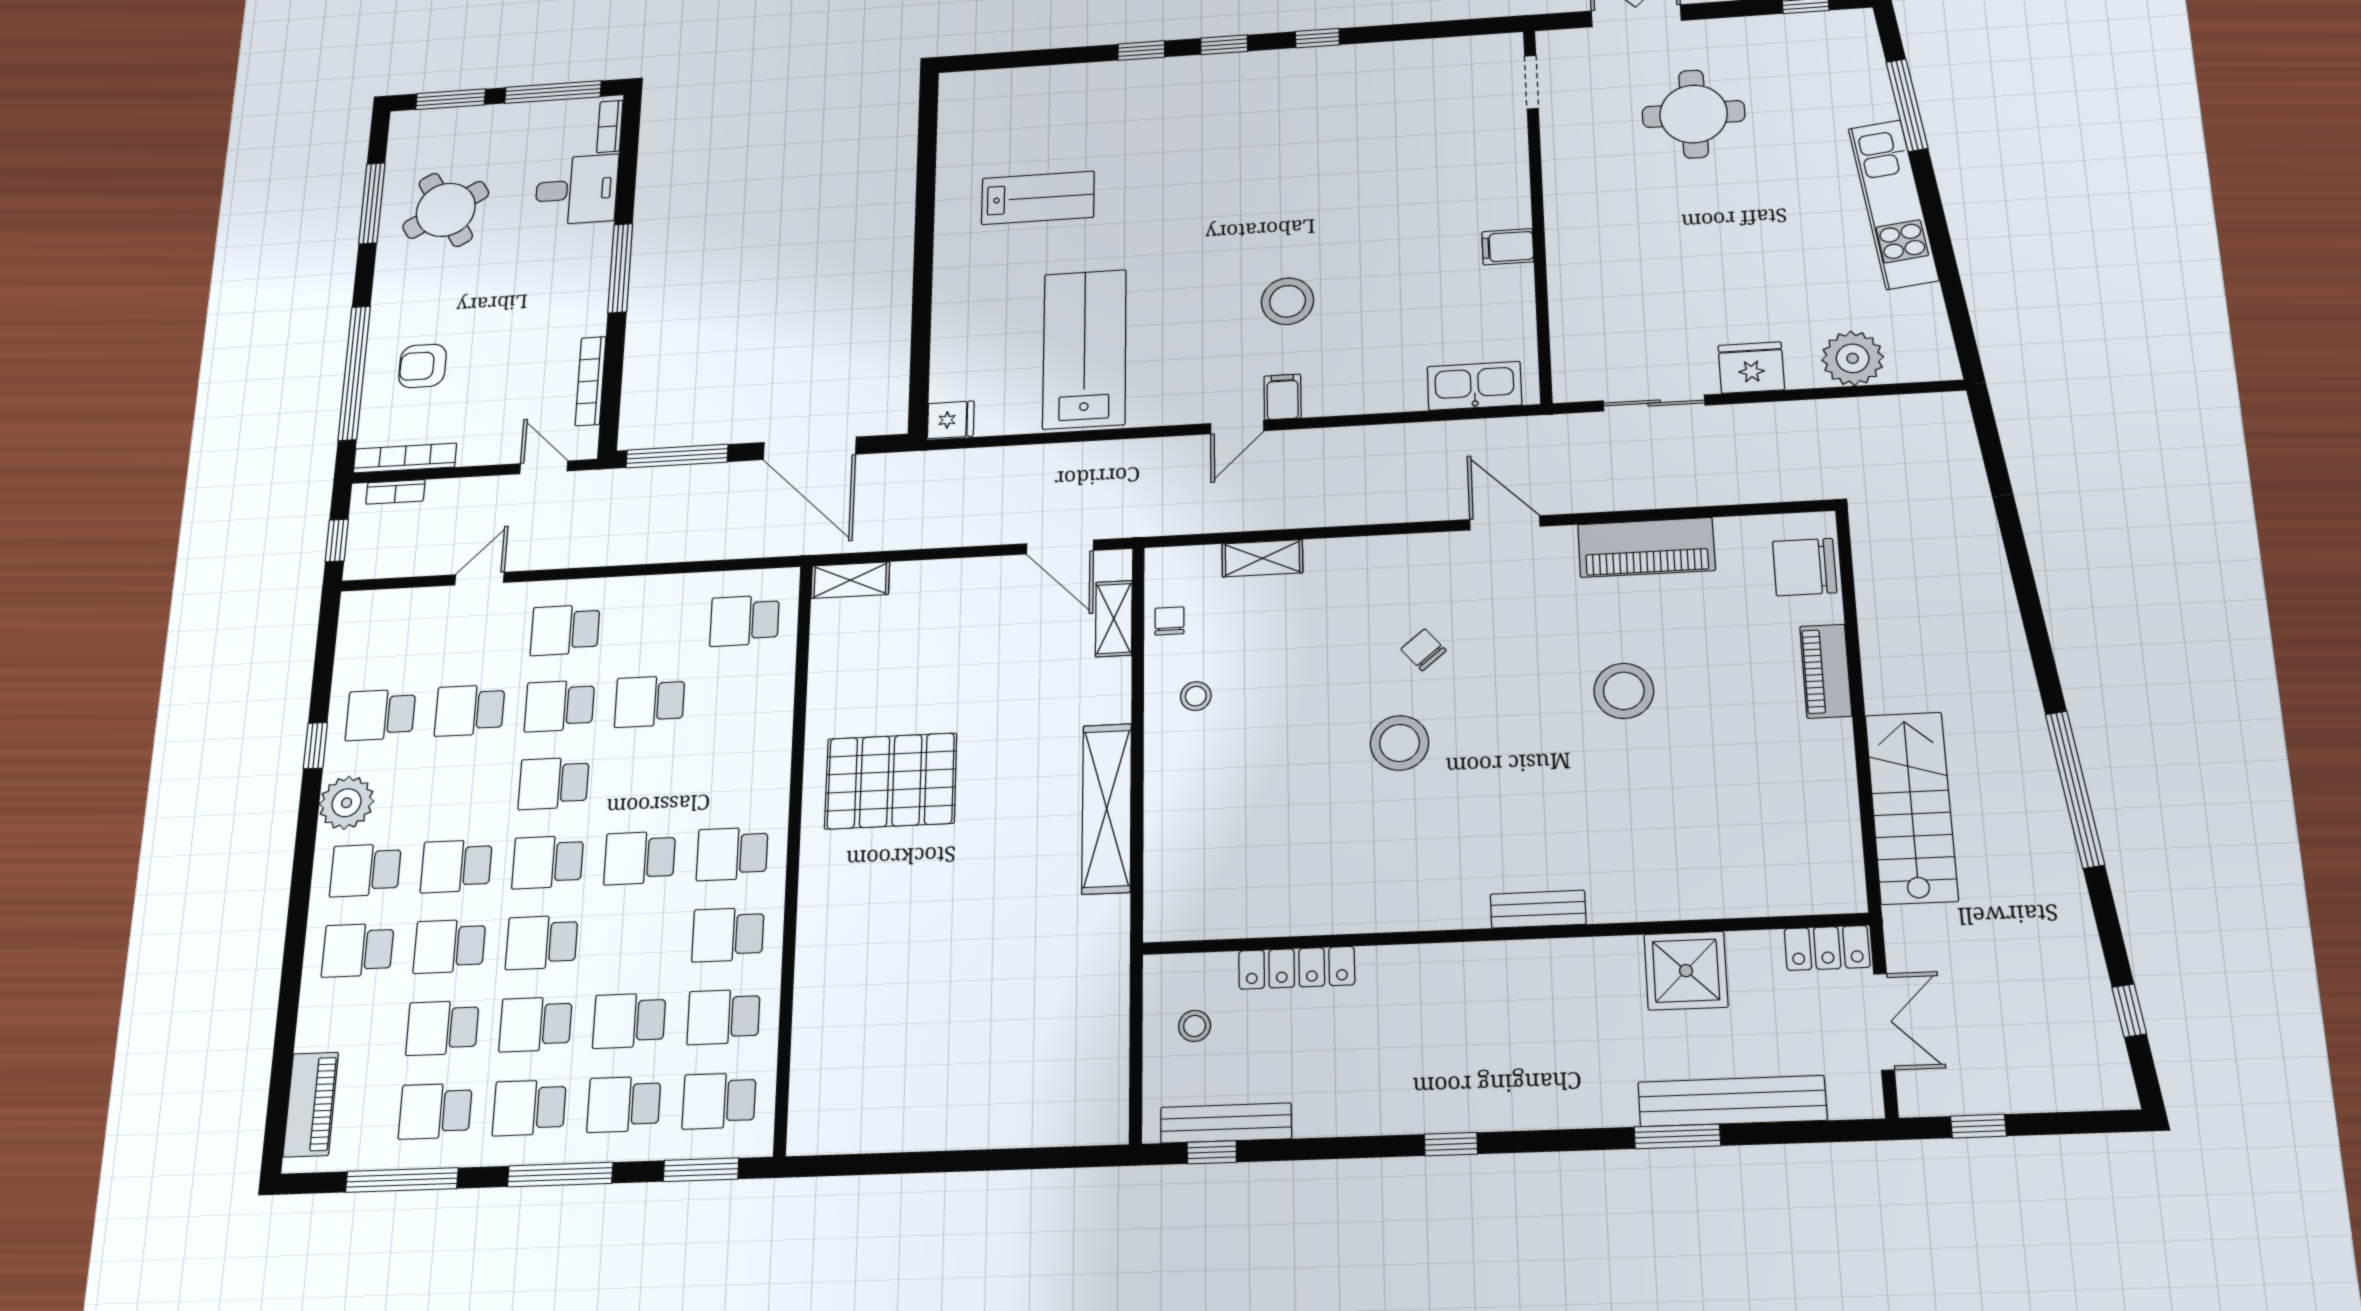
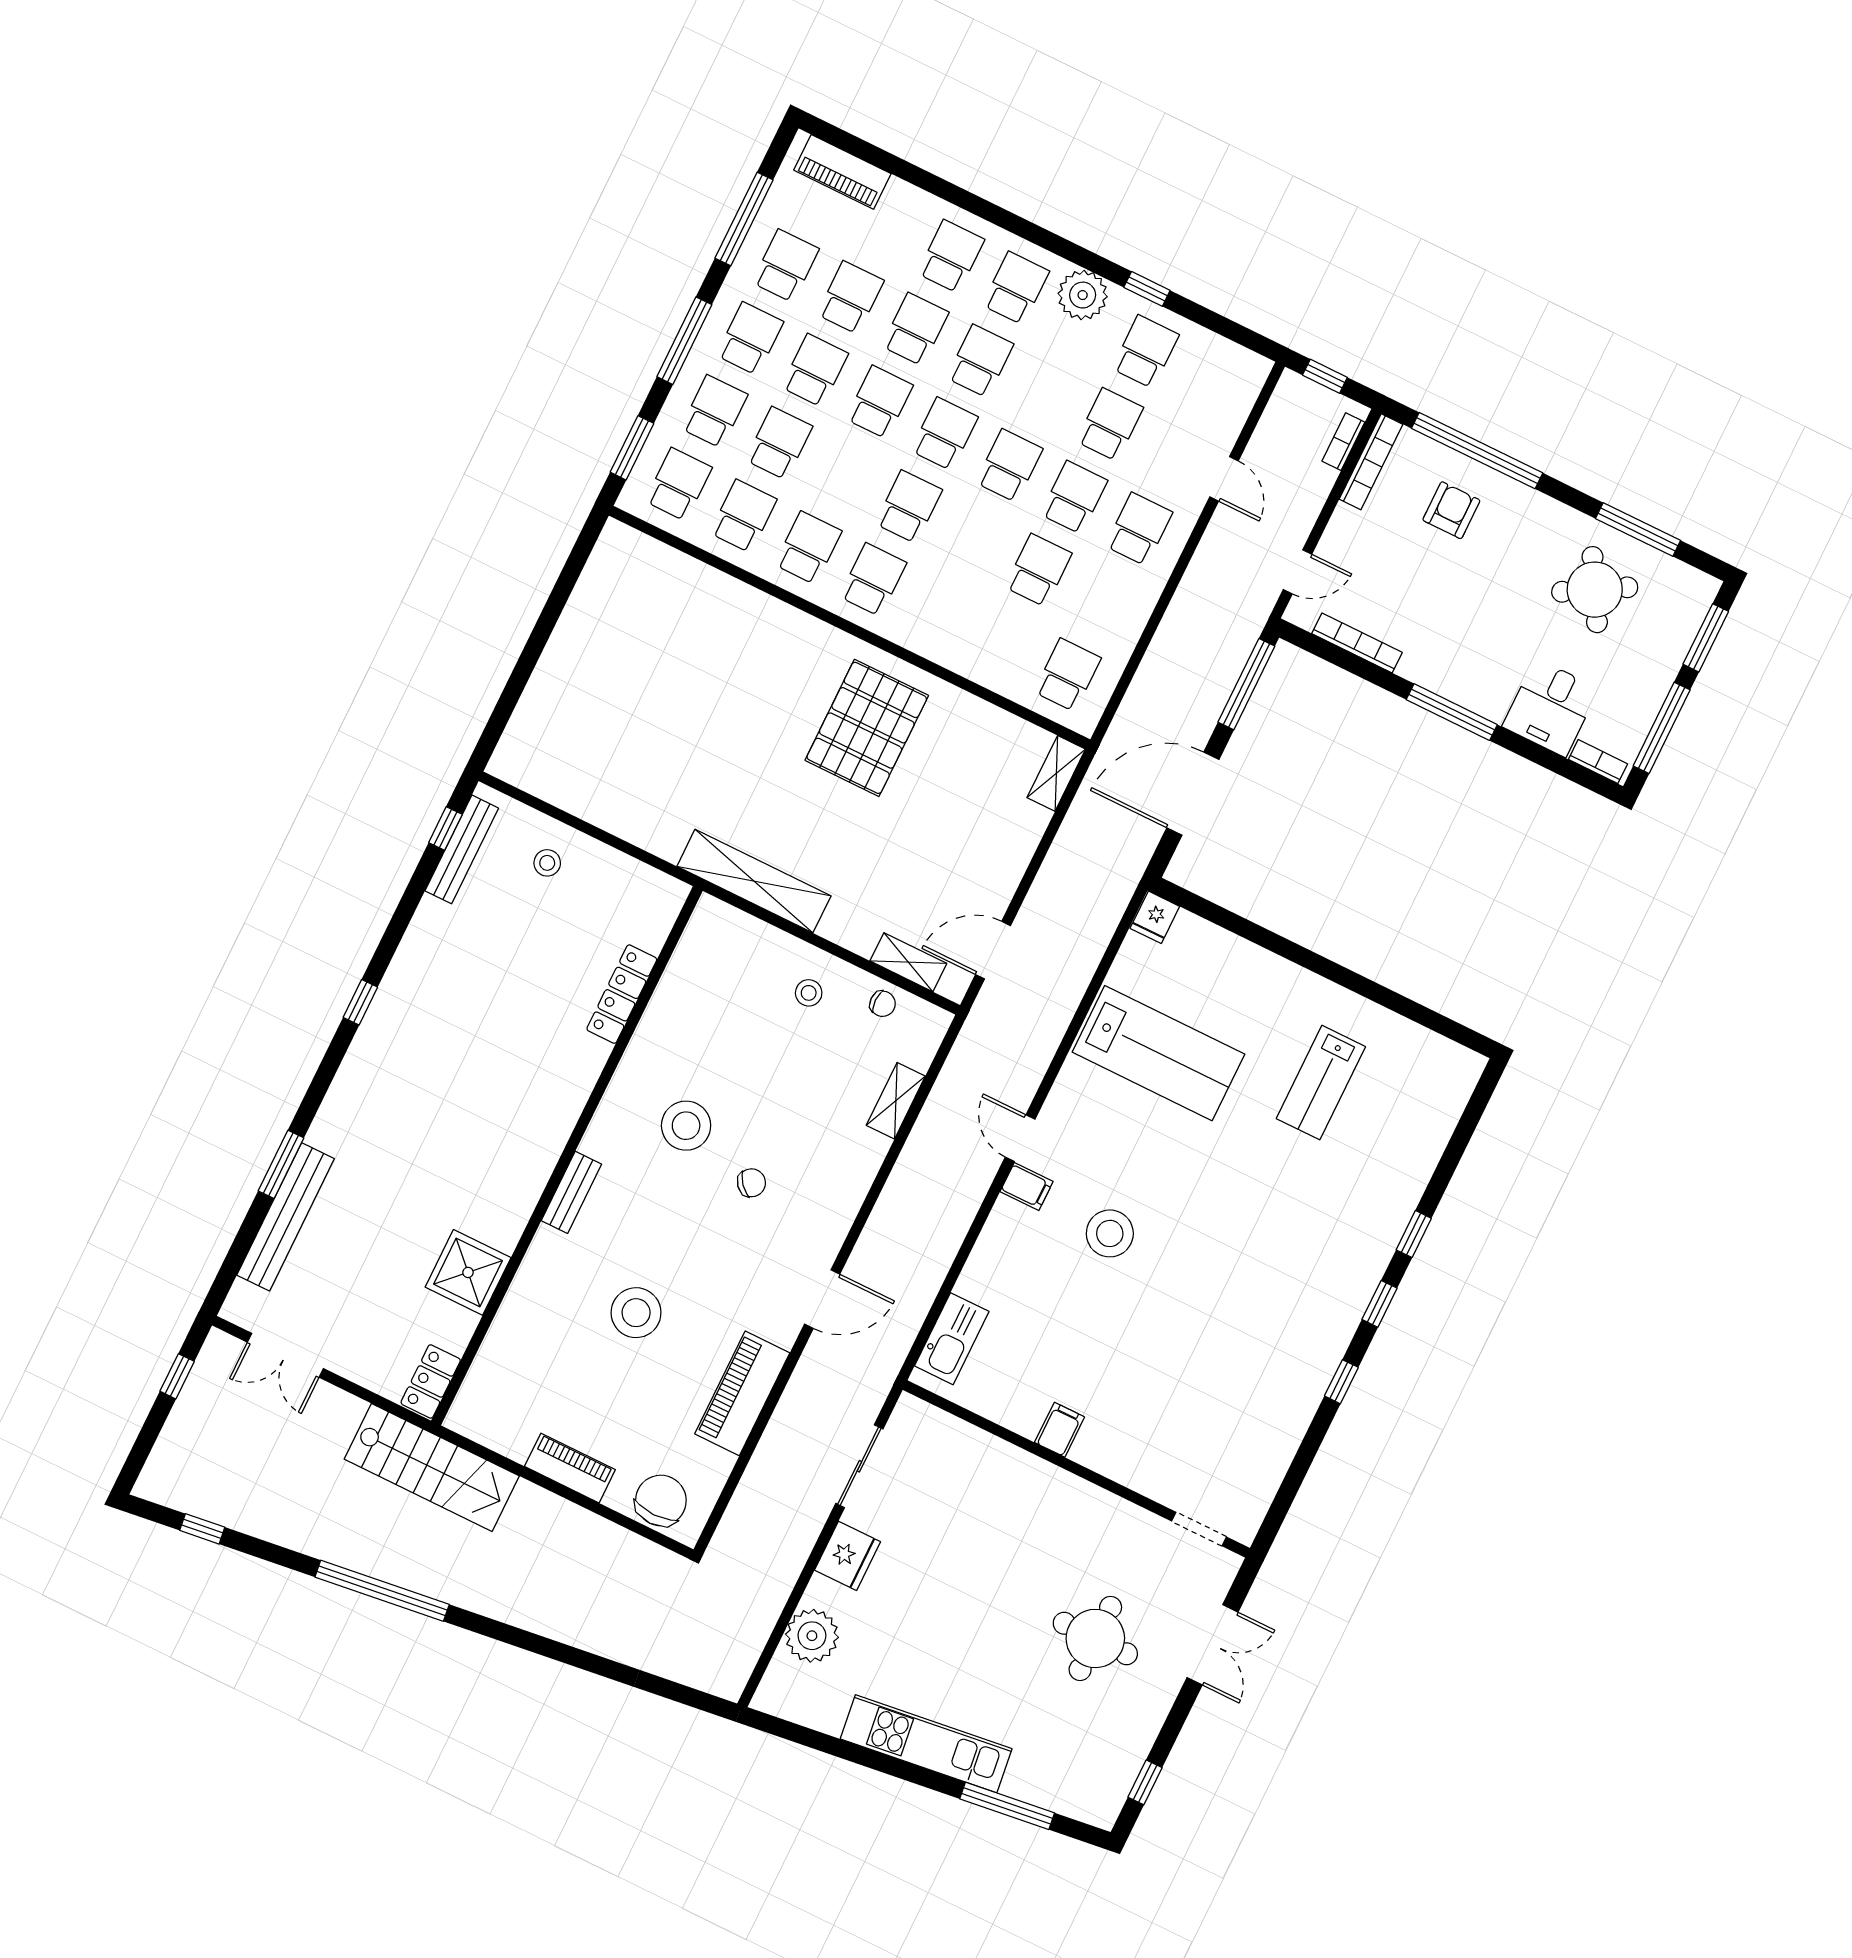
bench: (1538, 909) -> (571, 1192), moved
wall: (1502, 934) -> (567, 1156), moved
locker: (1827, 948) -> (431, 1381), moved
locker: (1297, 968) -> (622, 994), moved
shower: (1686, 971) -> (468, 1272), moved

